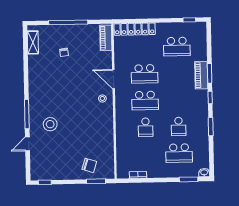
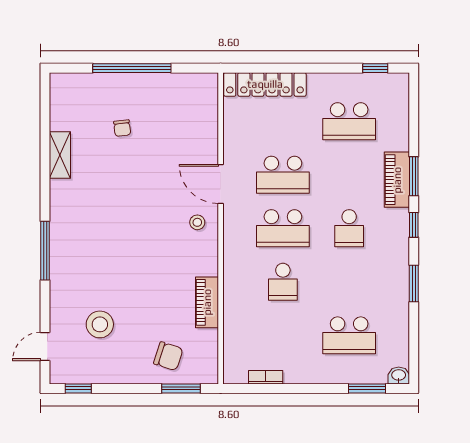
piano: (106, 38) -> (207, 302), moved
shelving: (33, 42) -> (60, 155), moved
stool: (50, 124) -> (100, 324), moved
school desk: (179, 126) -> (349, 228), moved
door: (27, 144) -> (45, 346), moved

